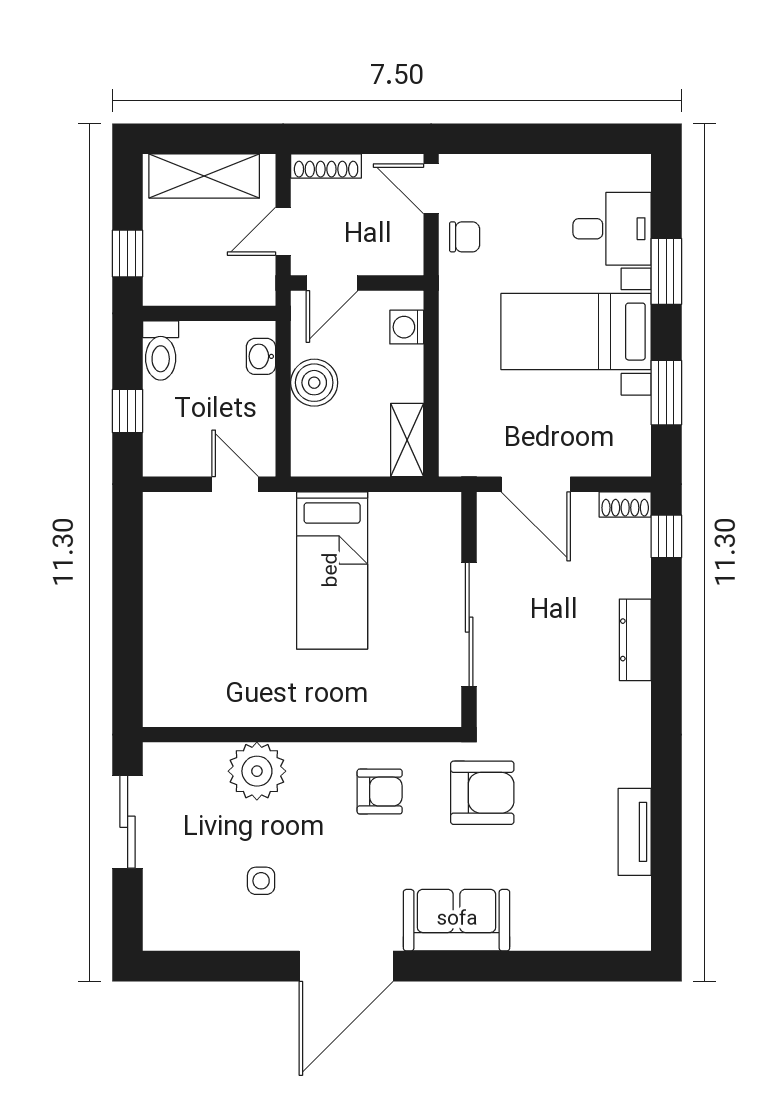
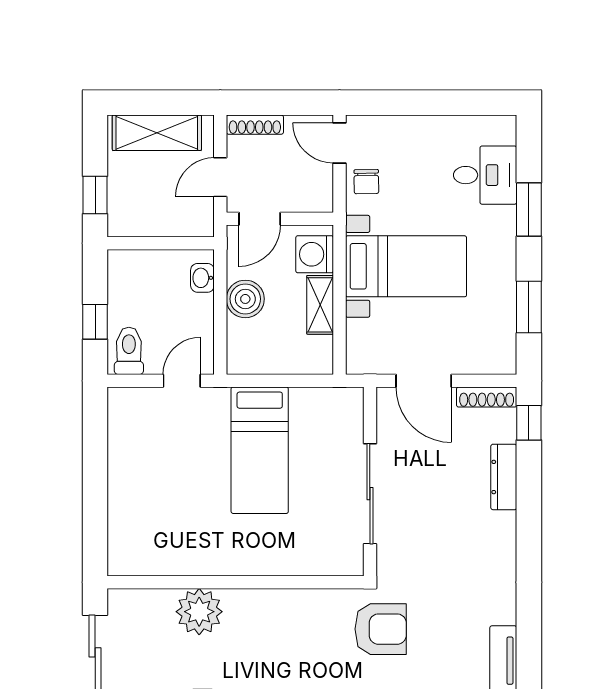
chair: (465, 237) -> (366, 182), turned 89
washing machine: (407, 327) -> (315, 254), width x1.38, depth x1.38
bed with nightstands: (576, 332) -> (406, 266), moved, turned 180
toilet: (161, 351) -> (129, 351), moved, turned 180
shelving: (407, 440) -> (320, 305), moved
door: (235, 484) -> (182, 381), hinge flipped
shoe rack: (625, 504) -> (487, 397), width x1.43
dresser: (635, 640) -> (504, 477), moved
armchair: (380, 792) -> (298, 628), removed

